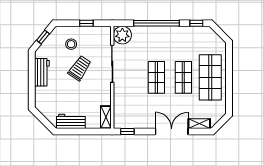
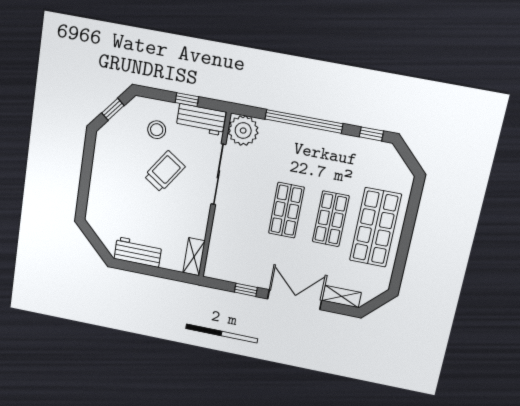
workbench: (42, 72) -> (201, 120), moved, turned 90
window: (127, 132) -> (246, 290), moved

